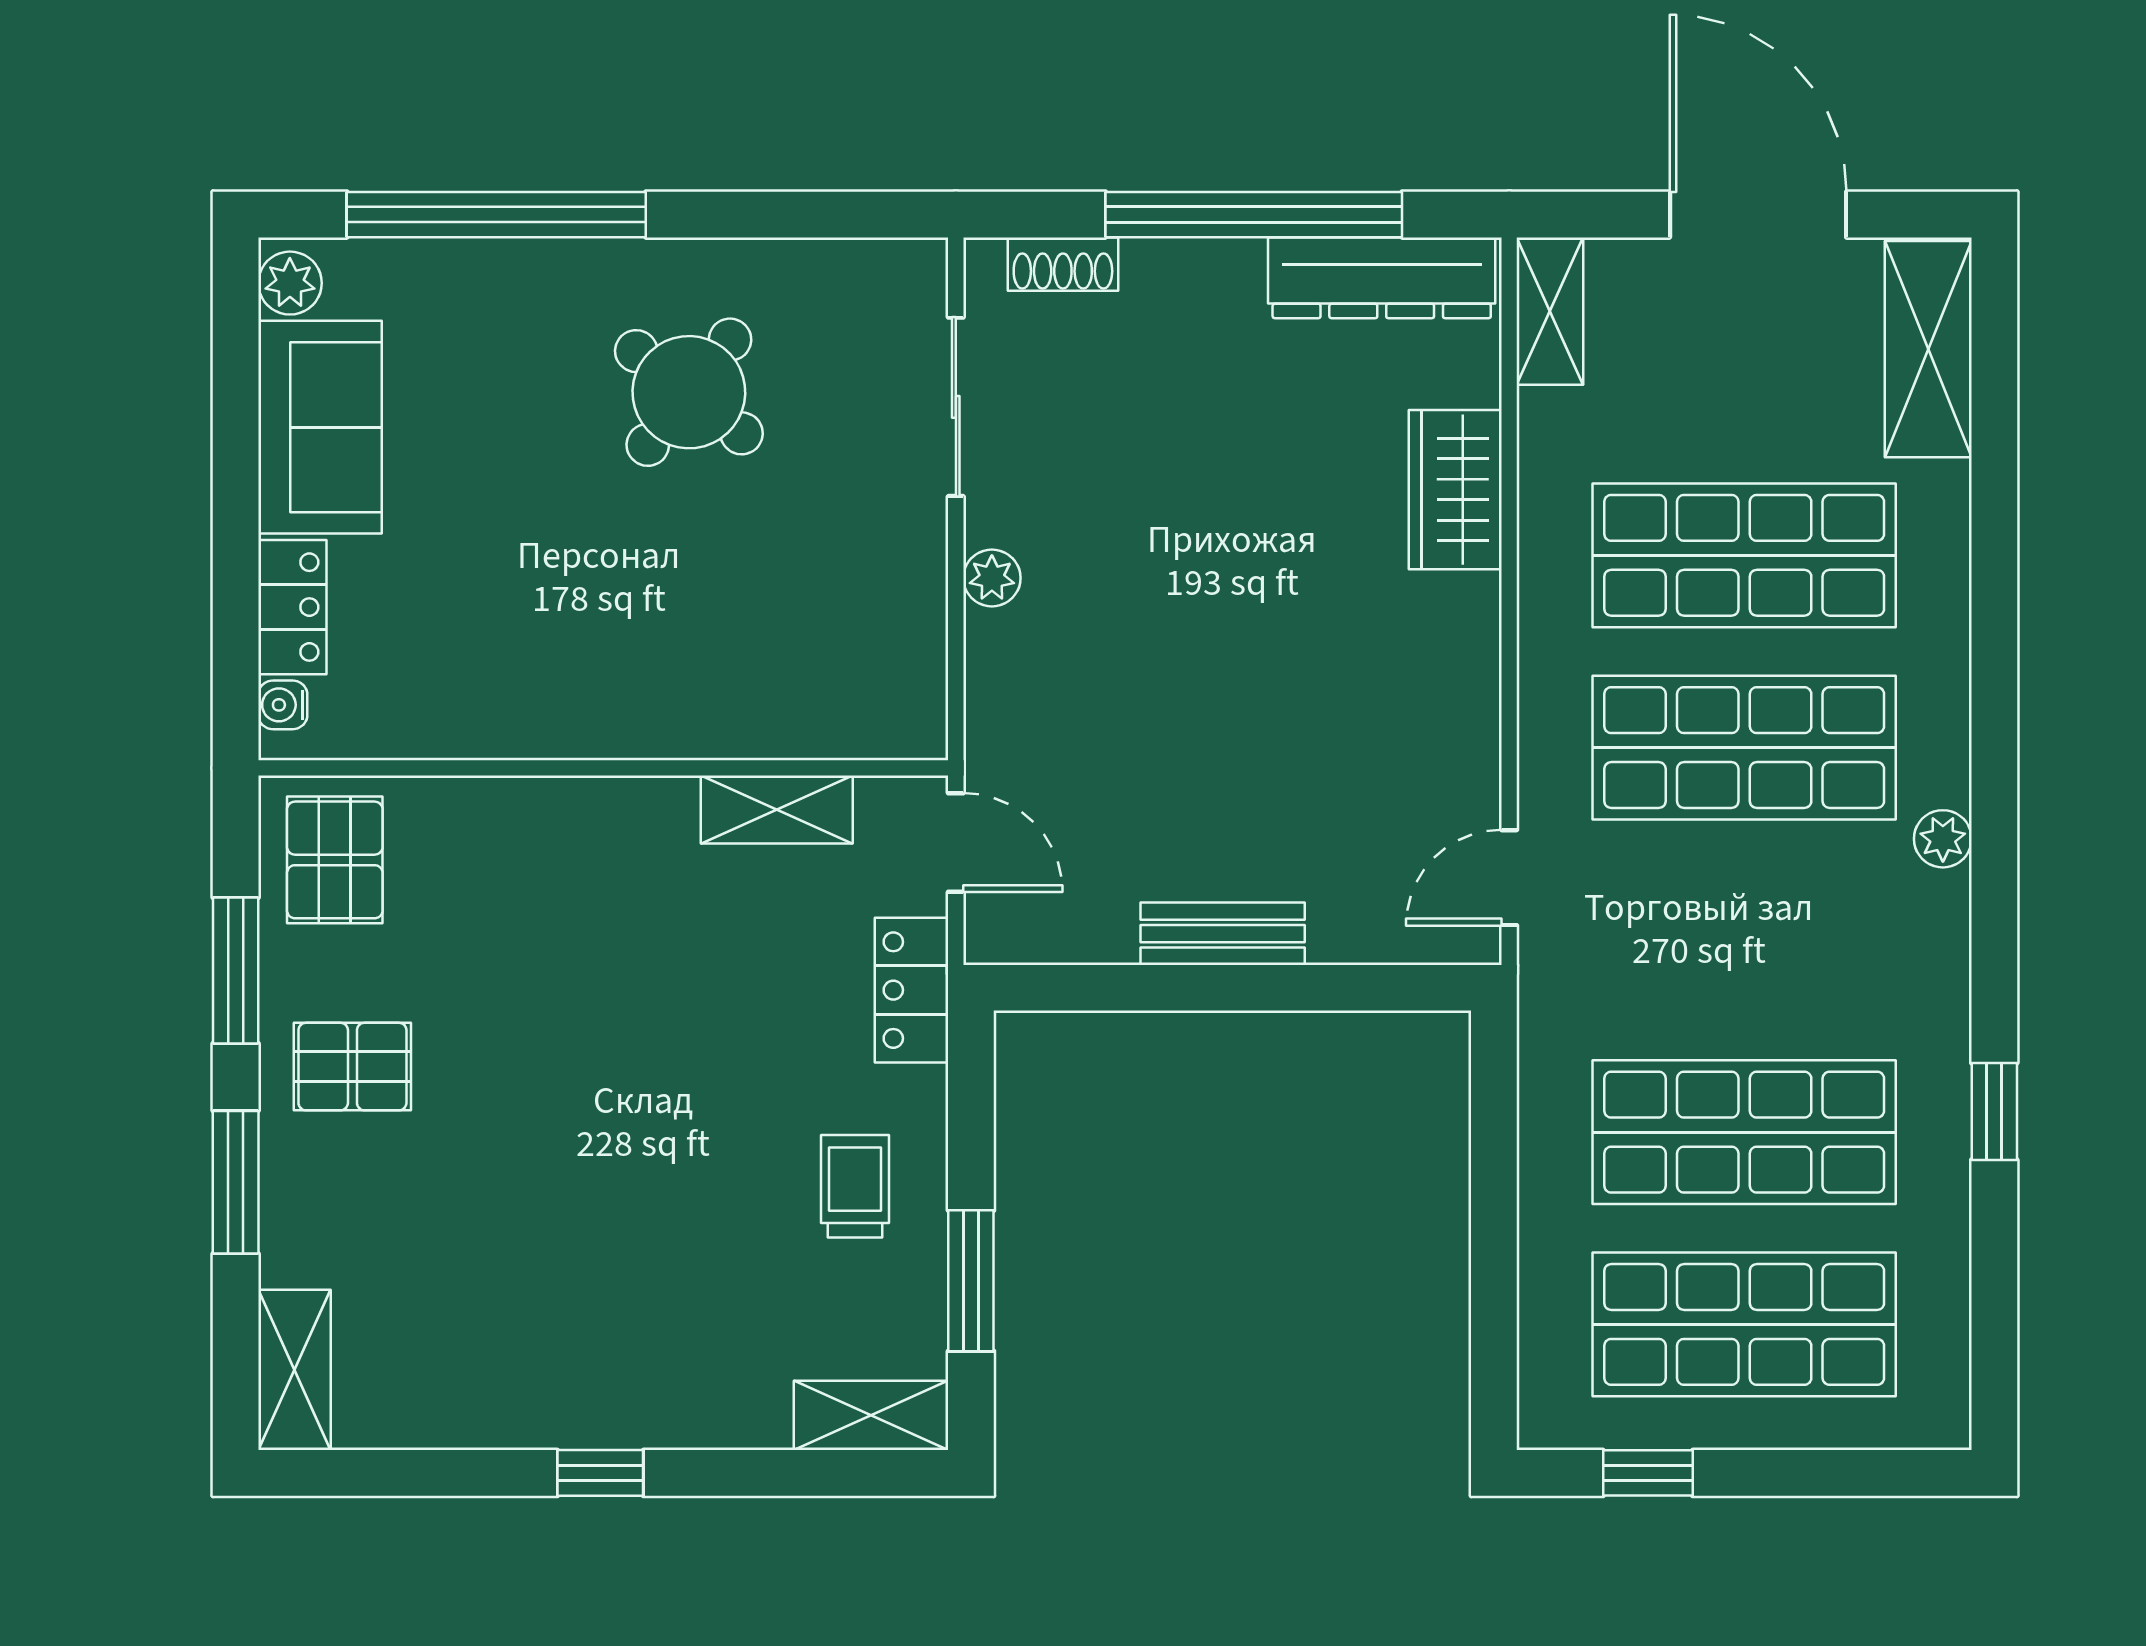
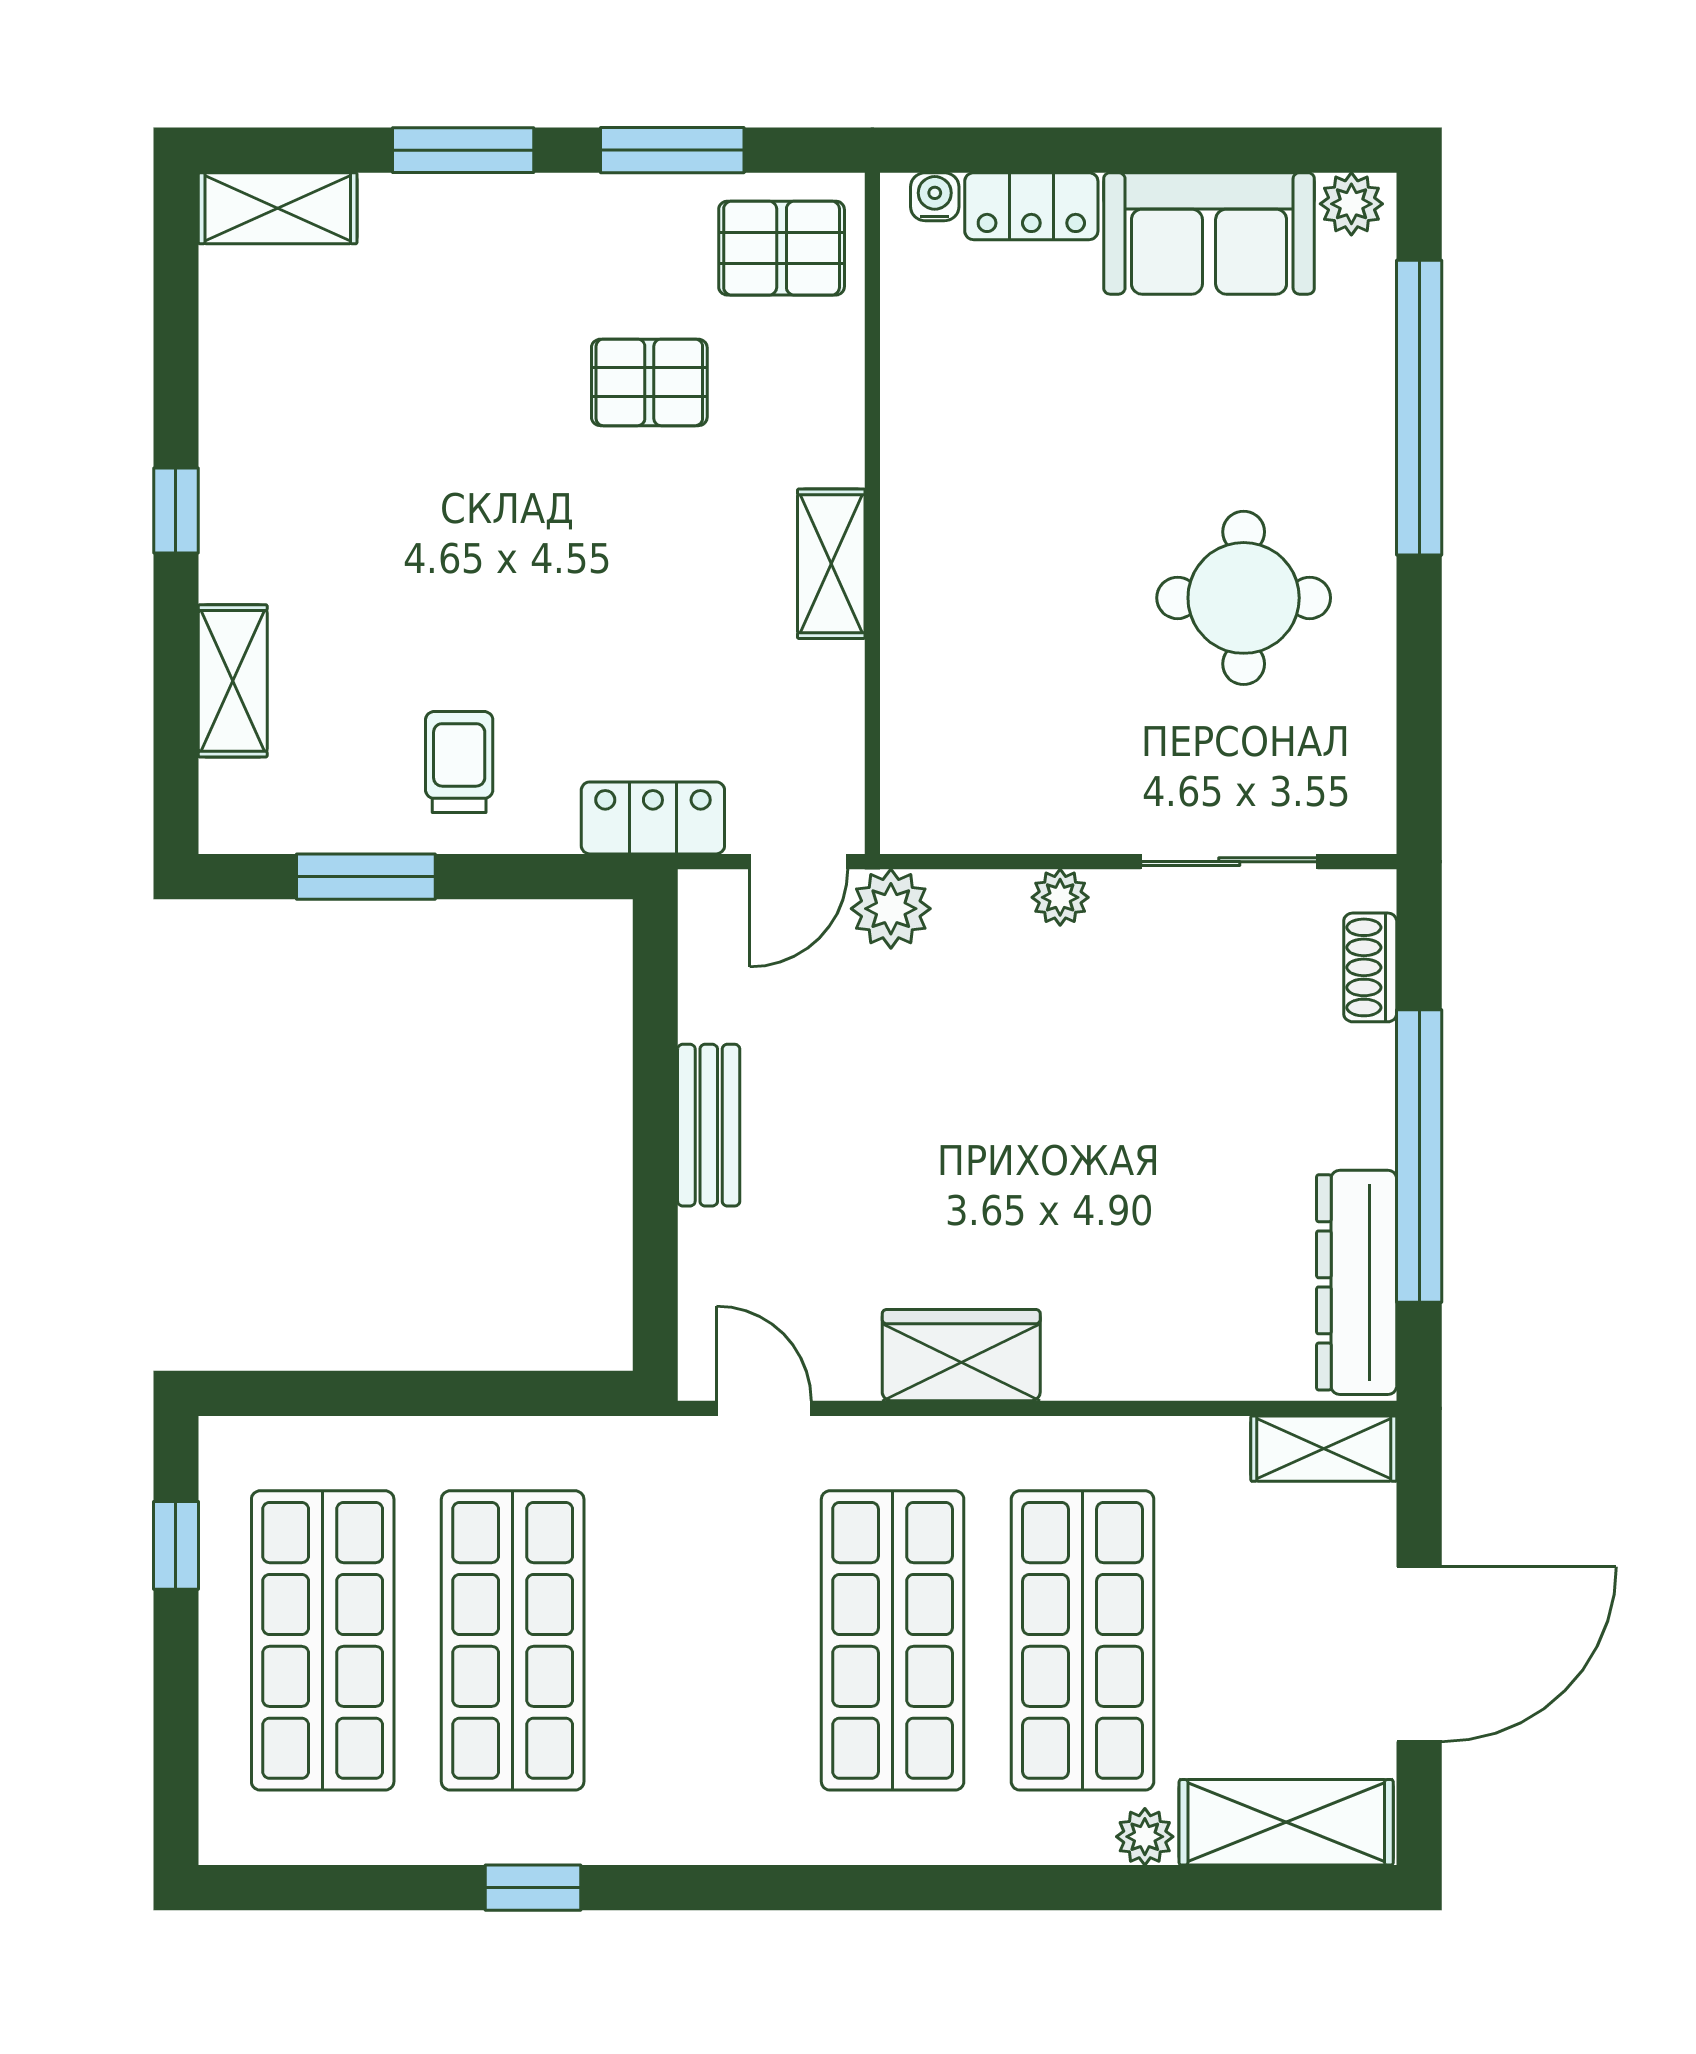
round table: (689, 392) -> (1244, 598), turned -38
wardrobe: (1455, 490) -> (961, 1355), moved
plant: (1003, 749) -> (891, 909), added
shelving: (777, 810) -> (831, 564), moved
plant: (1943, 839) -> (1145, 1837), moved
pallet: (352, 1067) -> (649, 382), moved, turned 90
trolley: (855, 1186) -> (459, 762), turned -90
shelving: (871, 1415) -> (233, 681), moved

